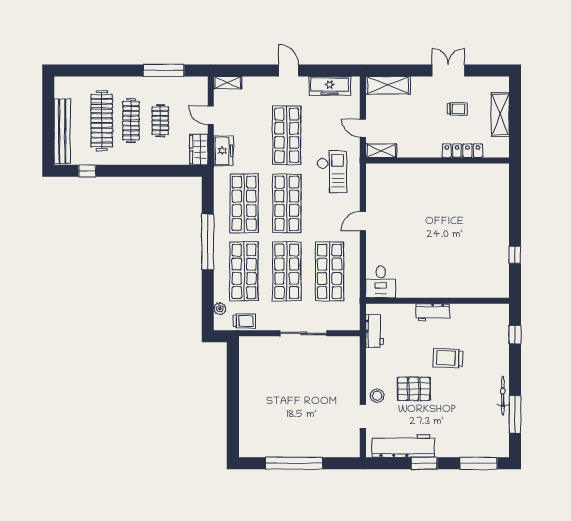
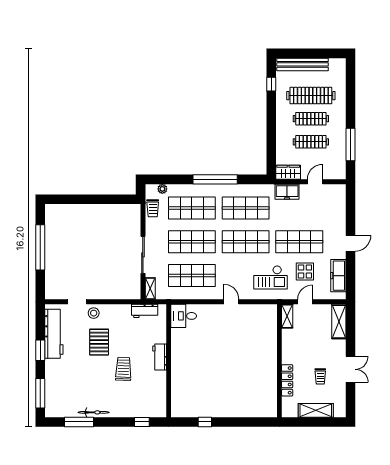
shelving: (228, 83) -> (150, 289), moved
clothes rail: (160, 121) -> (311, 142), width x1.36
display table: (324, 128) -> (305, 271), added

